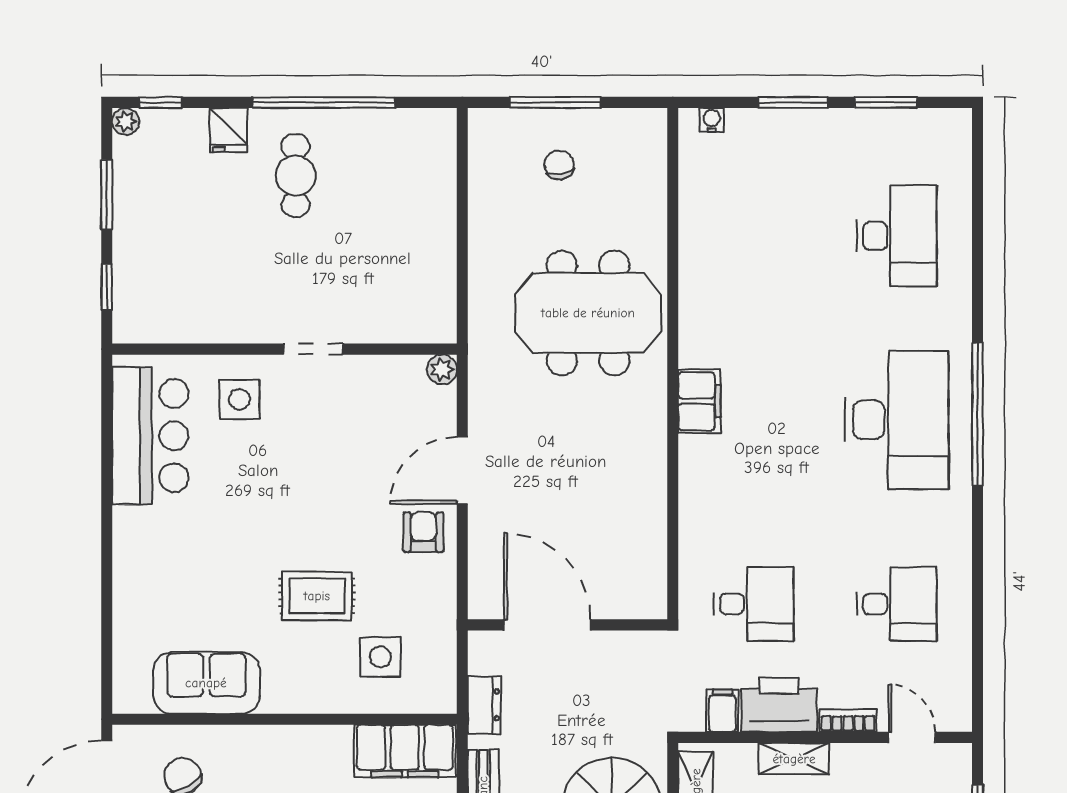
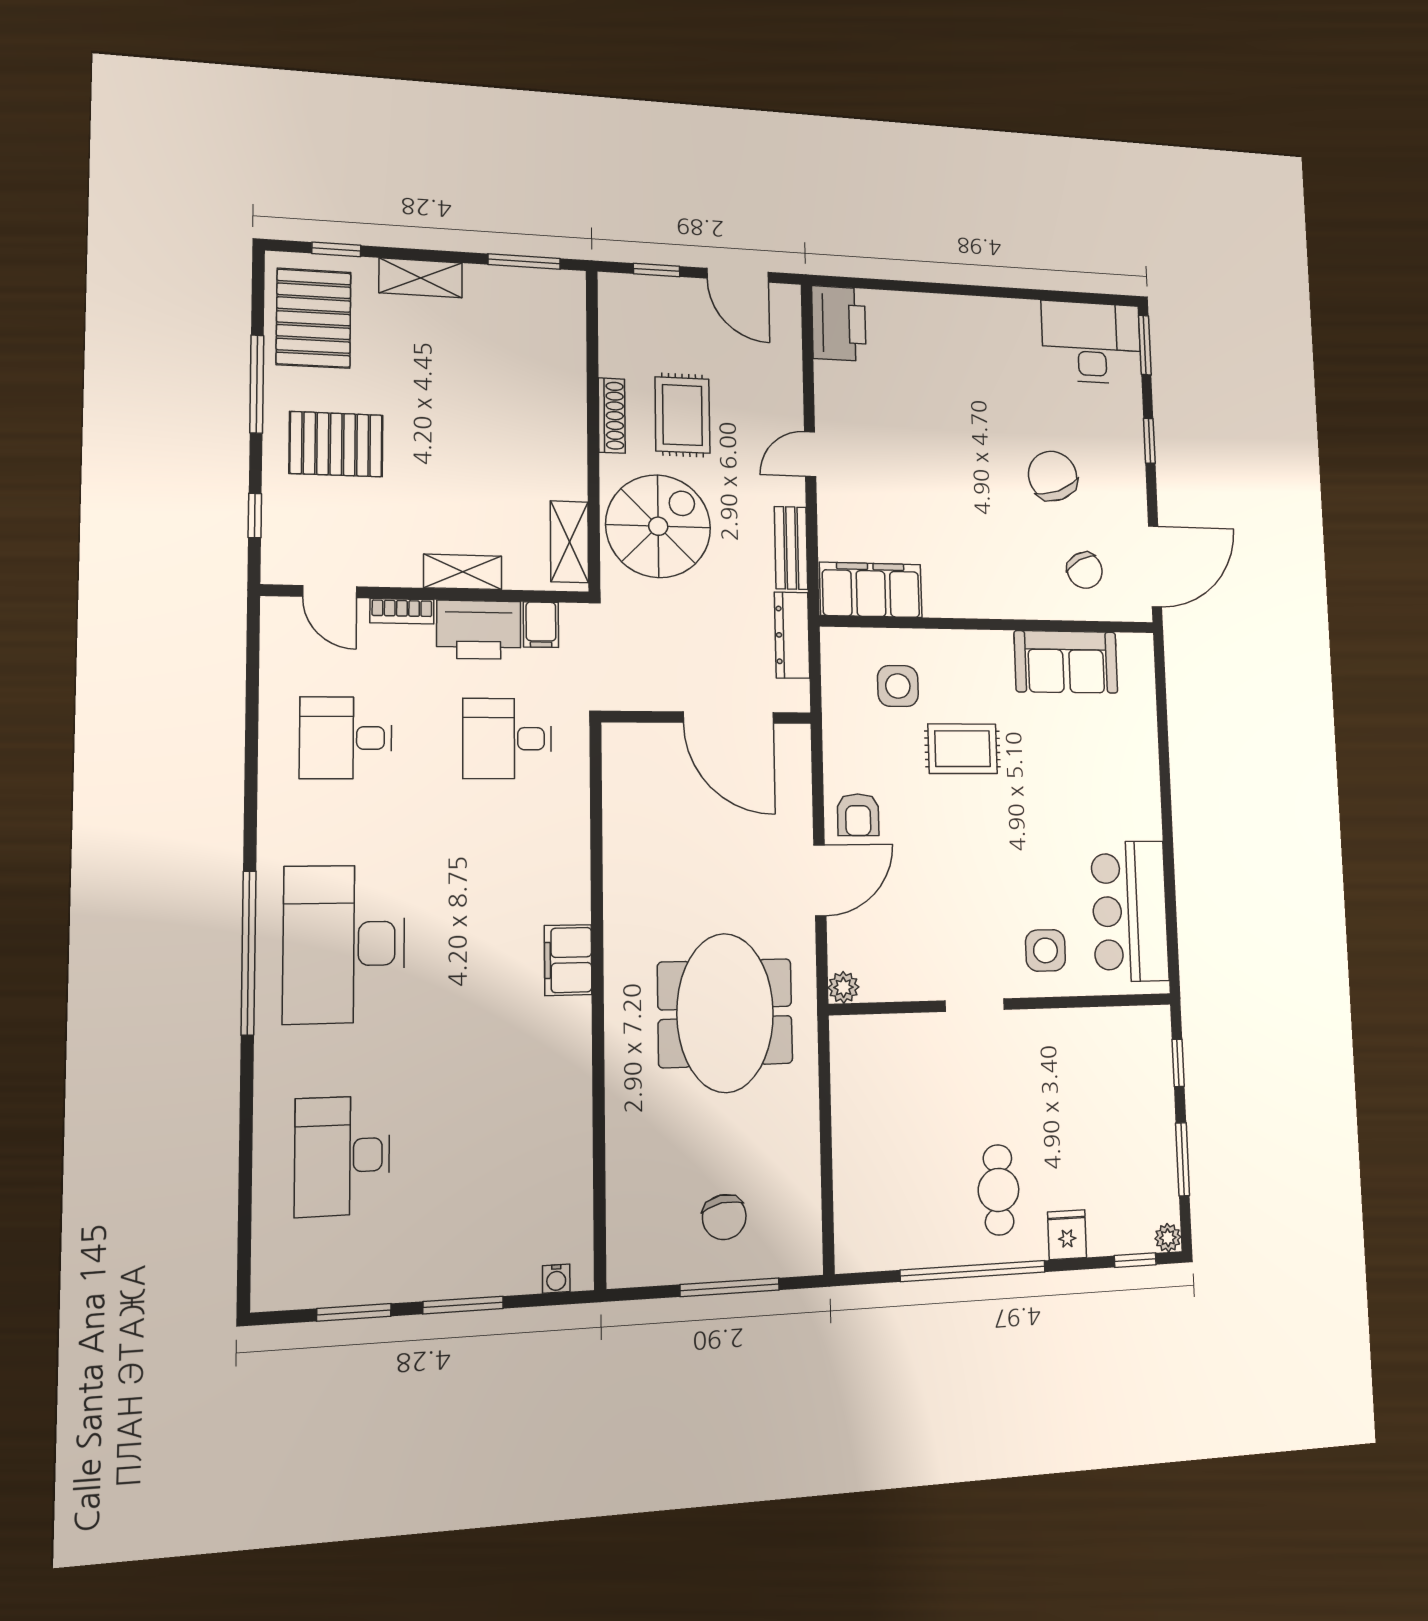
chair: (559, 165) -> (724, 1217), width x1.37, depth x1.37
meeting table: (588, 313) -> (725, 1013), moved, turned 90
dresser: (484, 705) -> (792, 635), width x1.44

